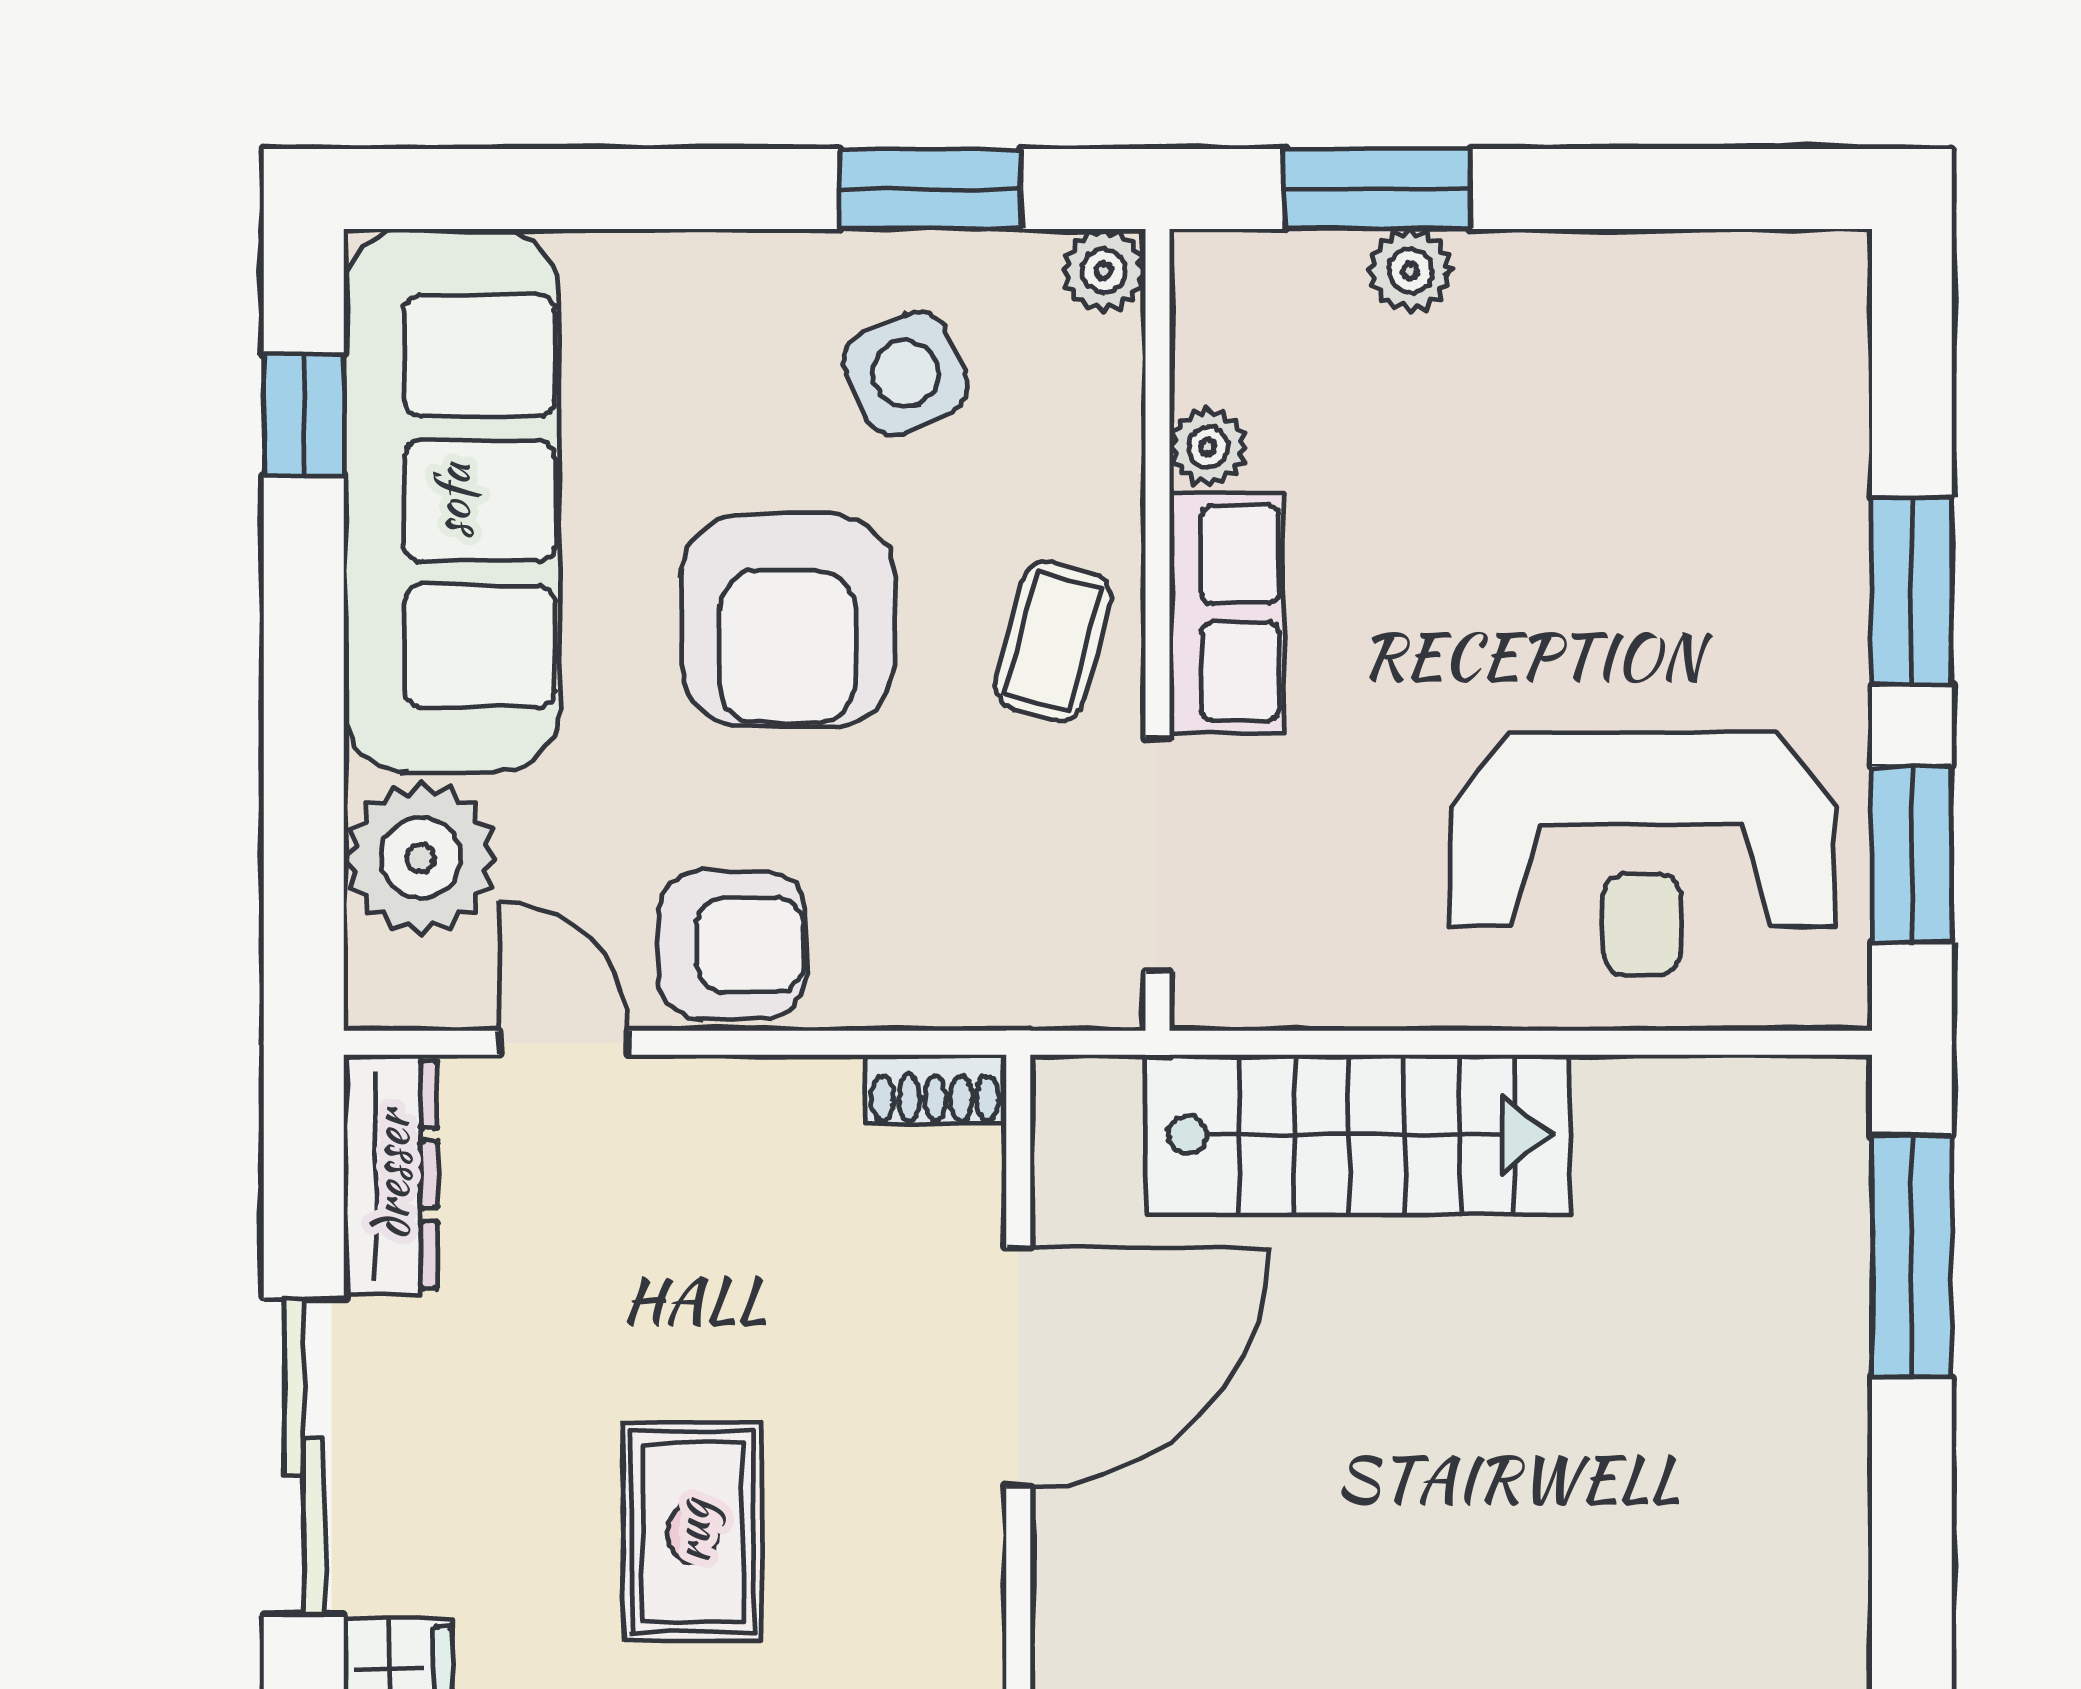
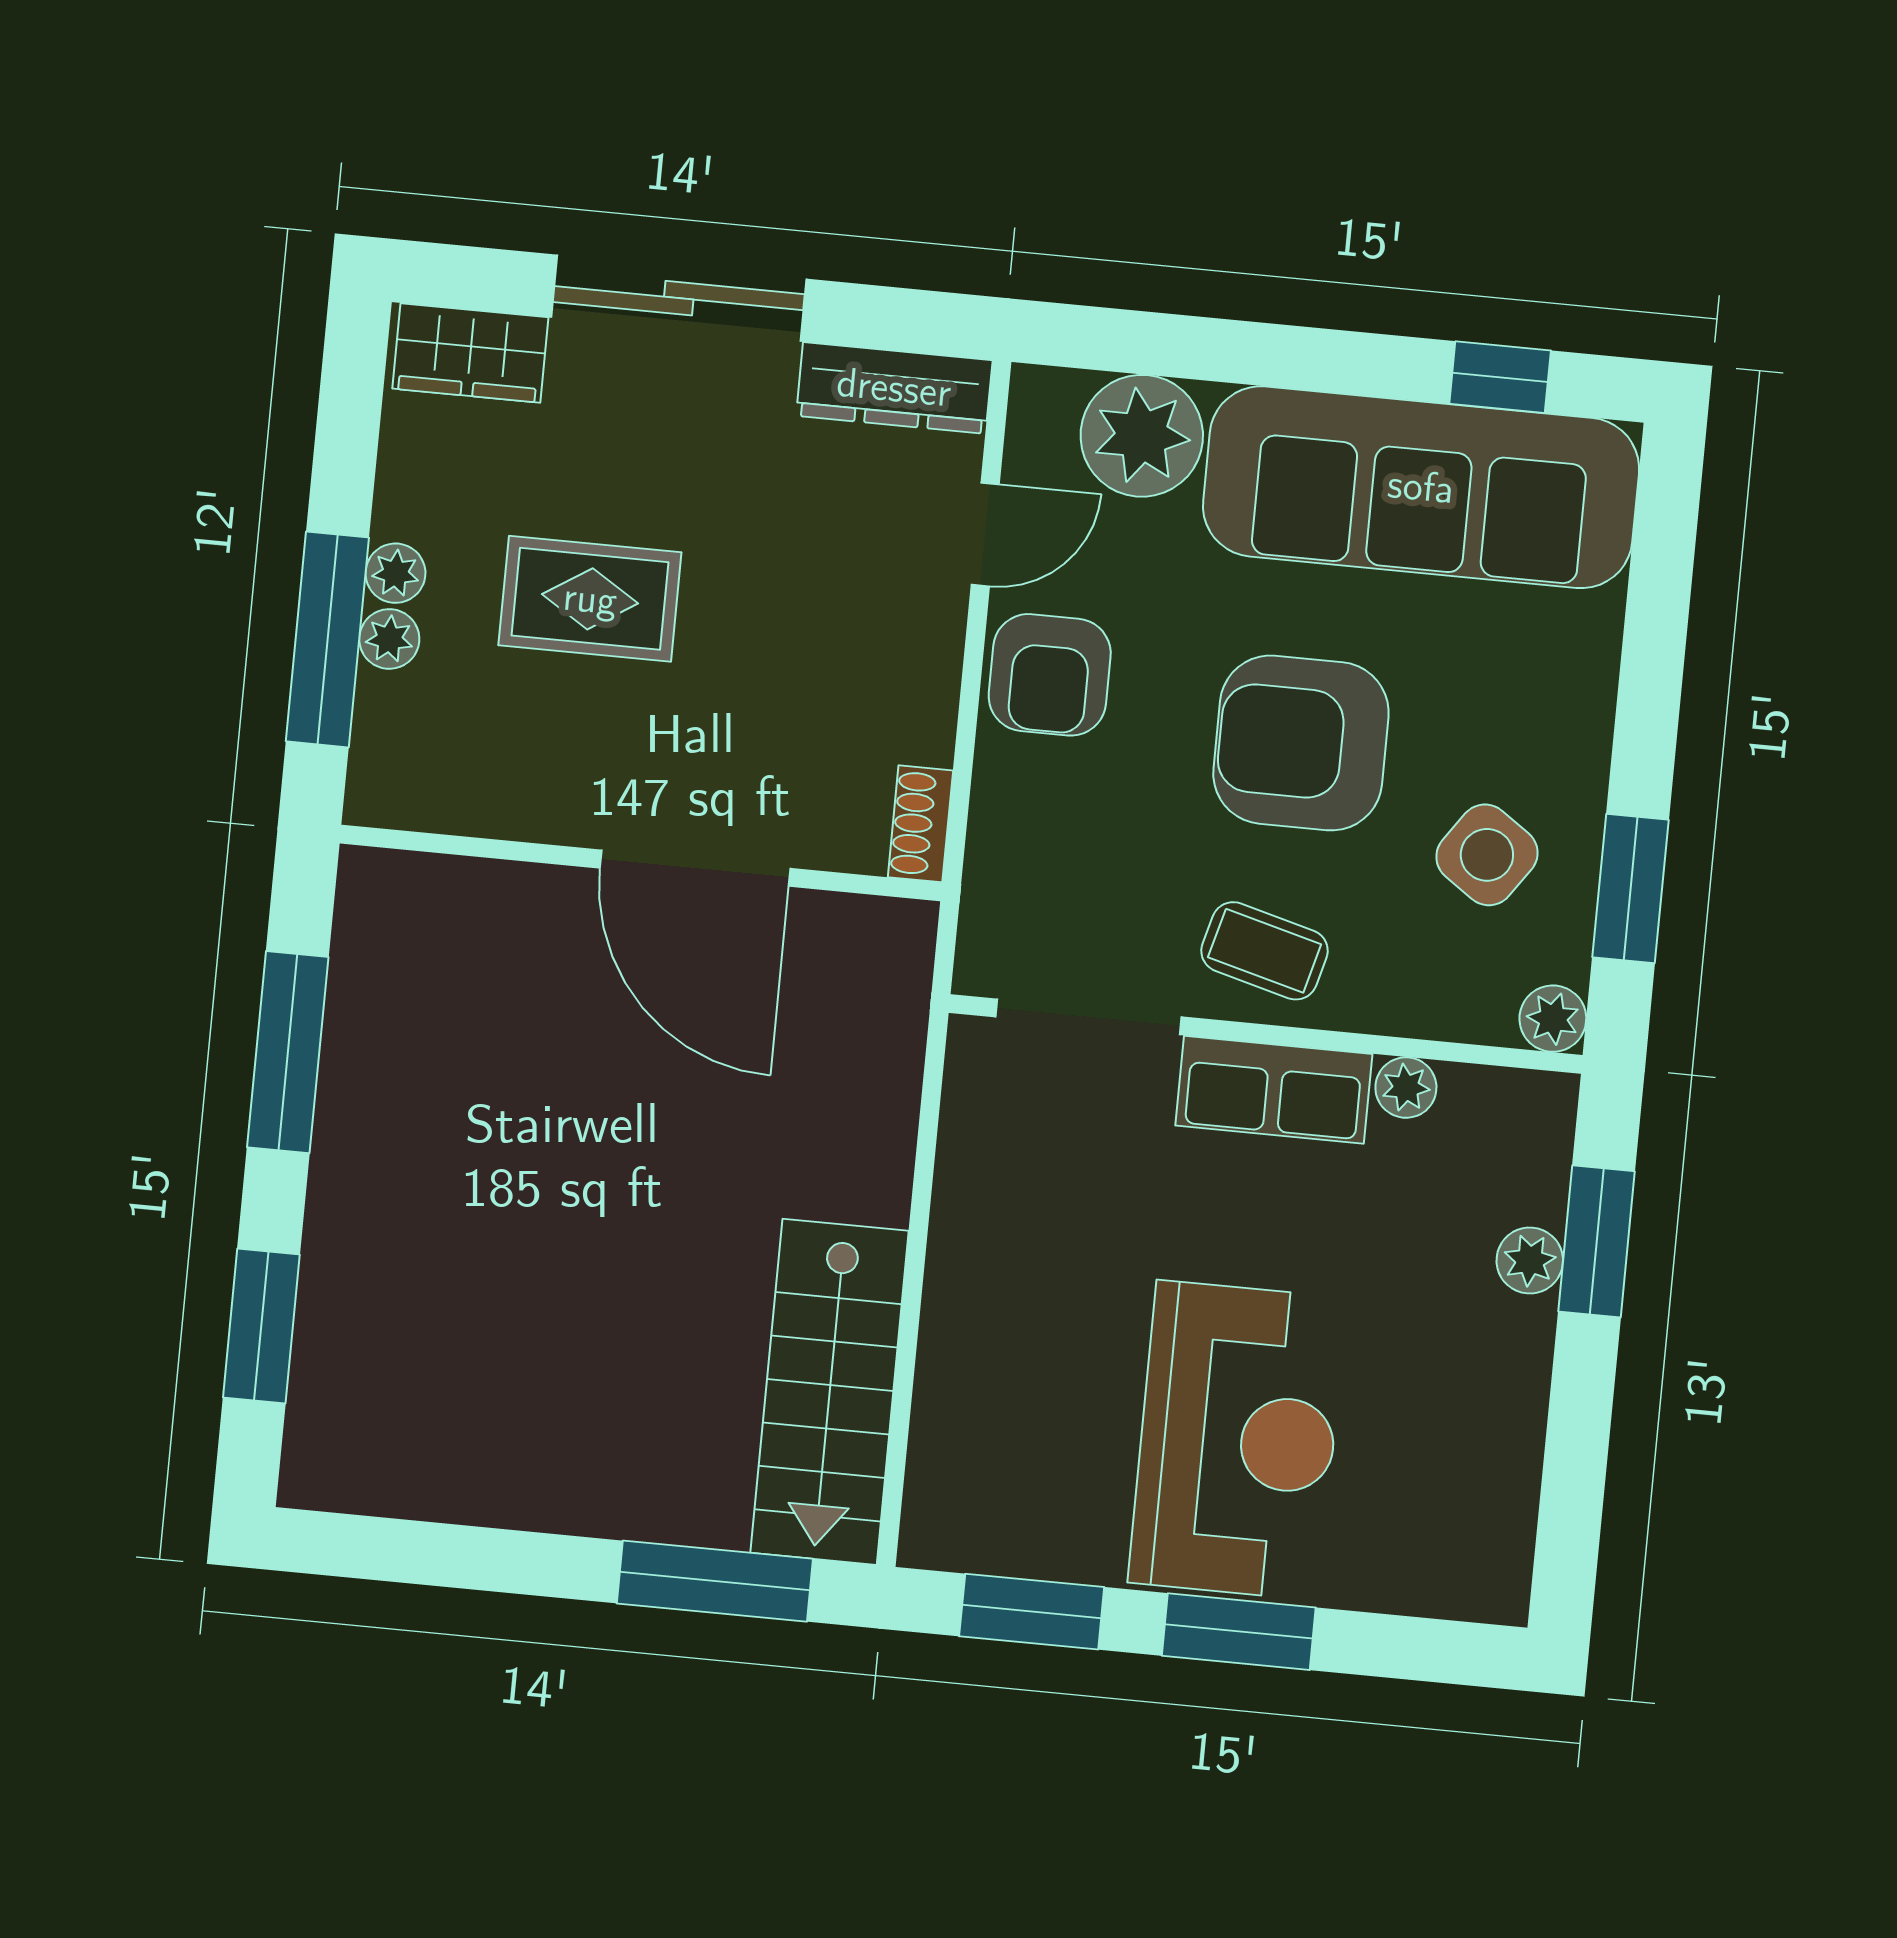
side table: (906, 373) -> (1487, 855), turned -31
reception desk: (1642, 854) -> (1238, 1440), moved, turned 180
stairs: (1358, 1135) -> (830, 1392), moved

